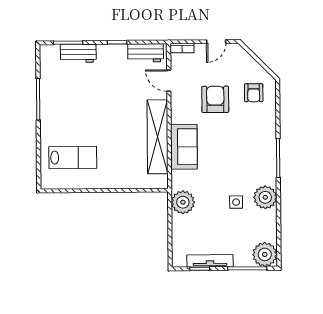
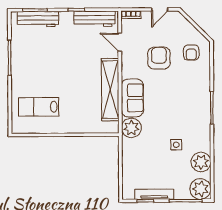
workbench: (78, 53) -> (38, 19), width x1.38
workbench: (146, 53) -> (95, 19), width x1.38
lab bench: (73, 157) -> (39, 107), turned 180
plant: (265, 197) -> (201, 162), moved
plant: (183, 202) -> (131, 128), moved

